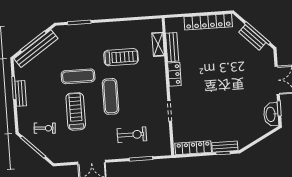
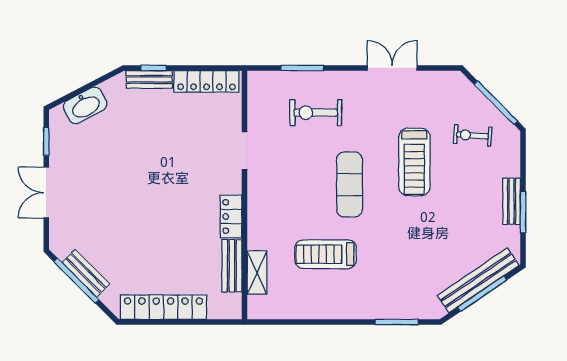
exercise mat: (78, 76) -> (406, 225), removed
washbasin: (271, 114) -> (85, 105), moved, turned 62

